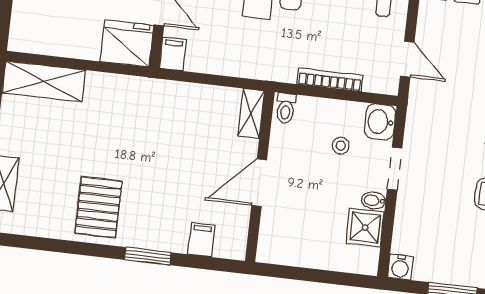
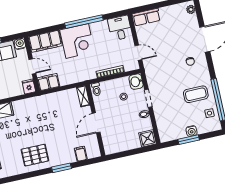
fridge: (127, 43) -> (29, 86), width x0.53, depth x0.75
filing cabinet: (173, 54) -> (48, 82), width x2.00
pallet: (98, 207) -> (35, 155), turned 90
shower: (365, 227) -> (147, 138), moved
water cooler: (400, 267) -> (191, 131), moved

